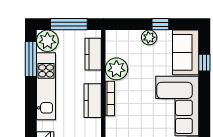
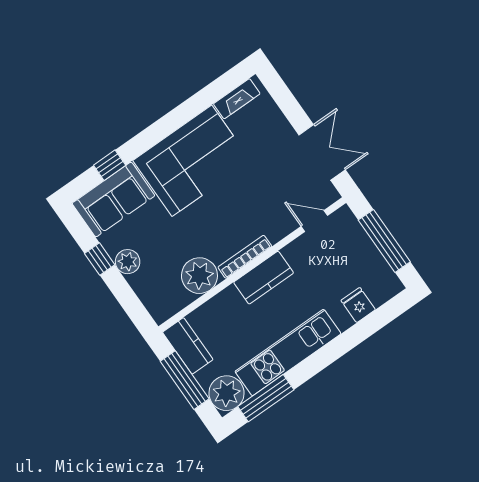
kitchen counter: (93, 54) -> (188, 346), moved, turned -90

